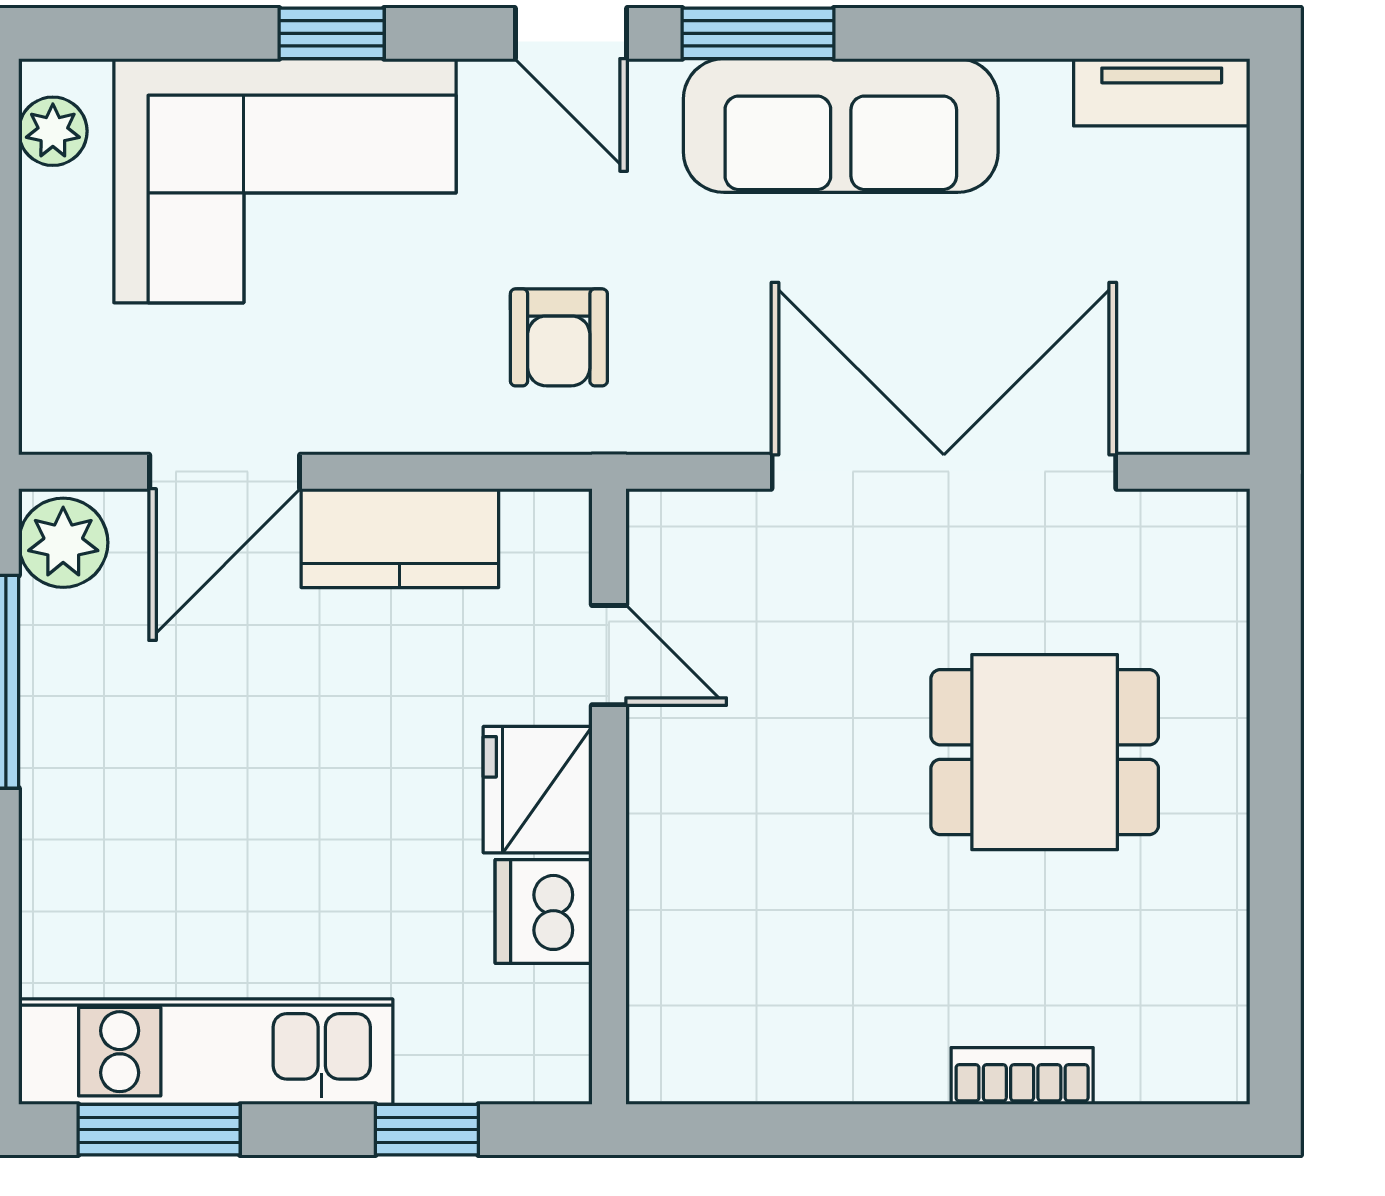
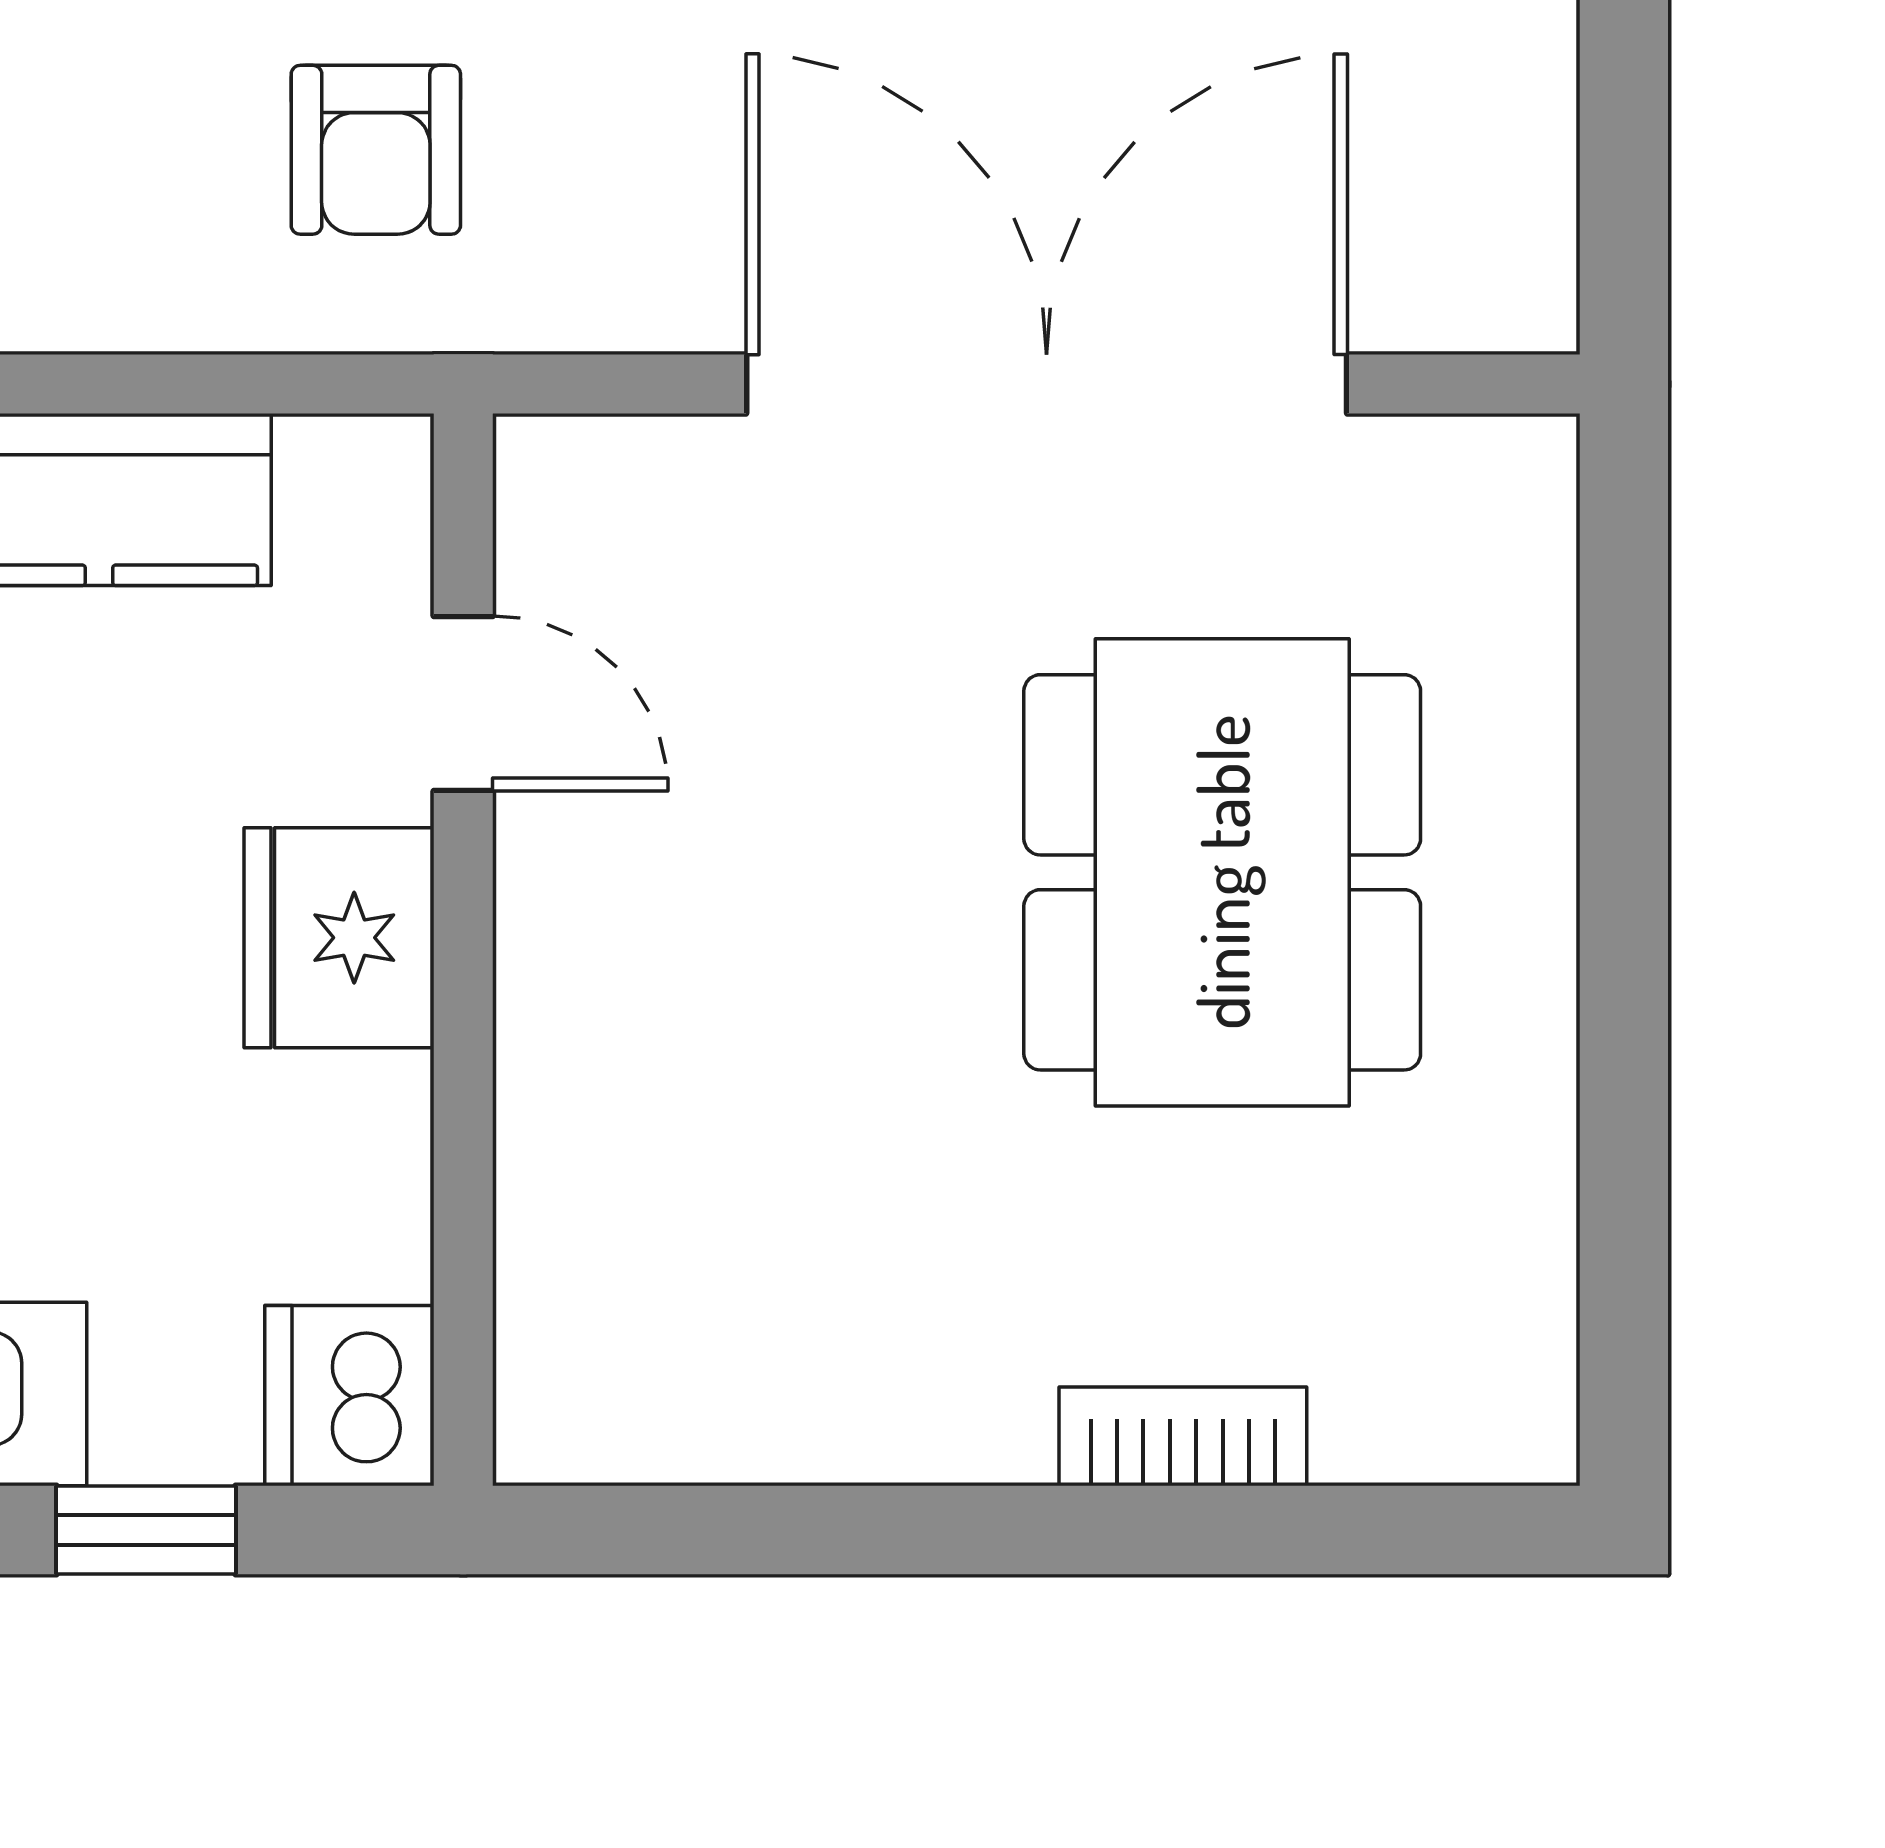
dining table: (1045, 752) -> (1222, 872), width x1.38
dishwasher: (544, 911) -> (349, 1396), moved

